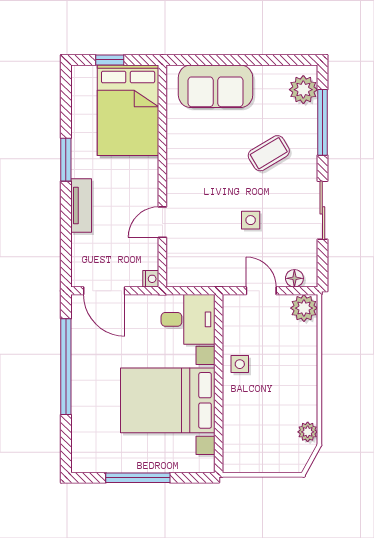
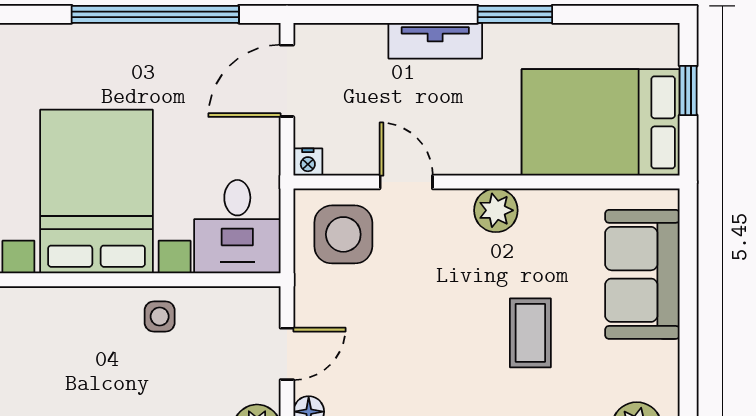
coffee table: (269, 153) -> (530, 333), moved, turned 31
plant: (179, 171) -> (496, 210), added
side table: (251, 220) -> (343, 234), moved, width x1.87, depth x1.87

